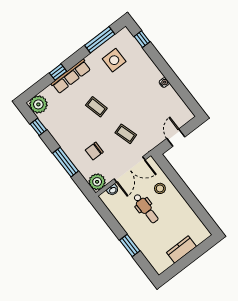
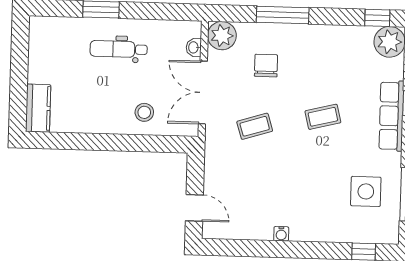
window: (38, 127) -> (377, 18), moved
door: (176, 138) -> (194, 208), moved
dental chair: (146, 208) -> (119, 49), moved
kitchen counter: (181, 250) -> (38, 108), moved

